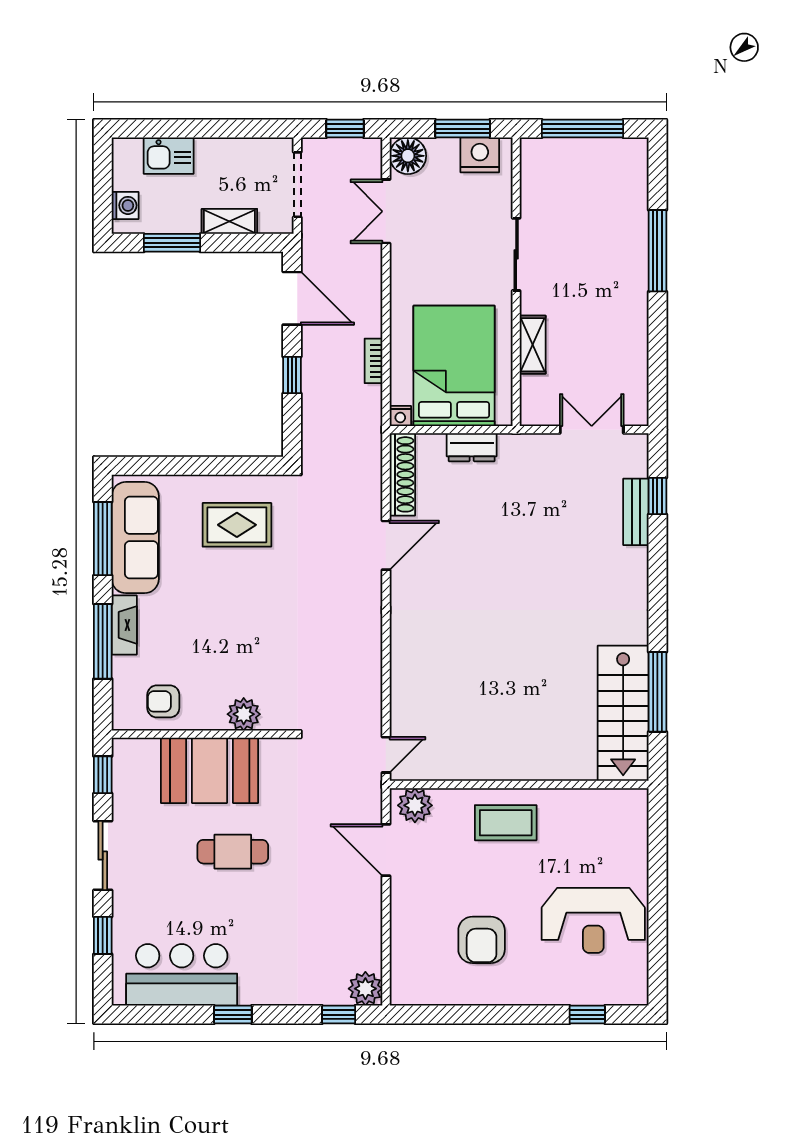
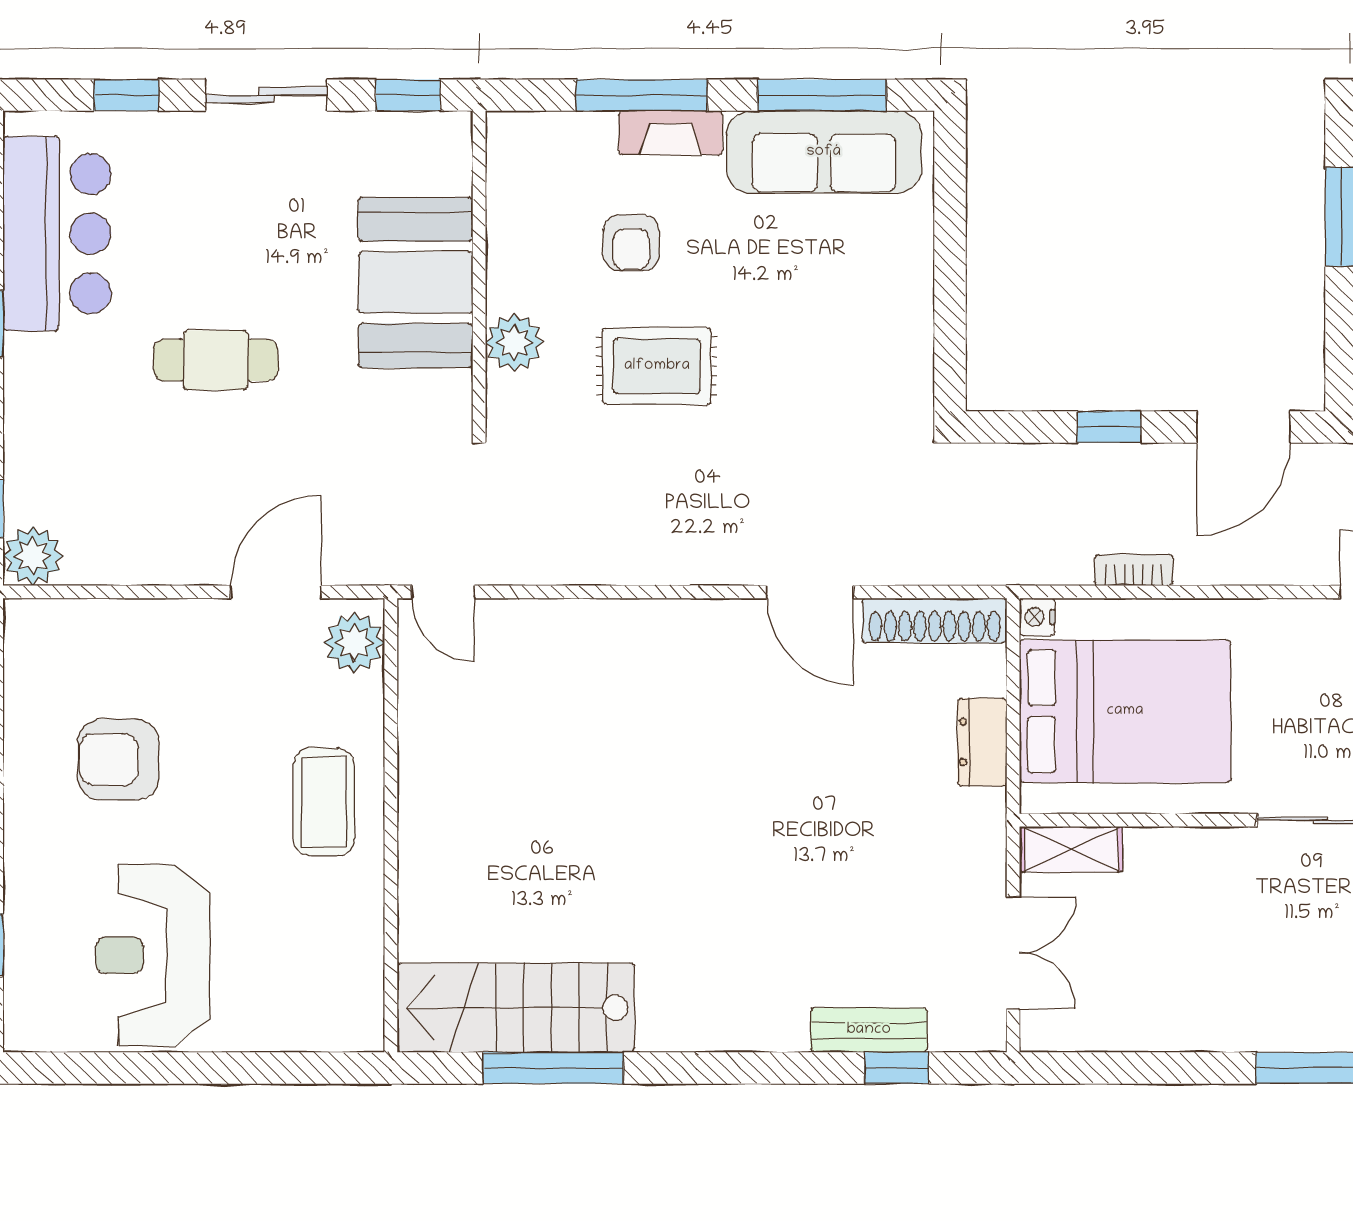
shelving: (533, 345) -> (1072, 849), moved
rug: (237, 525) -> (657, 366), moved, turned 90
armchair: (163, 701) -> (631, 243), moved, turned 180
cafe table: (233, 852) -> (216, 360), moved, turned 90

